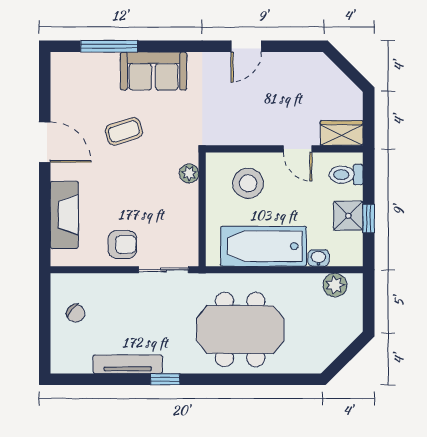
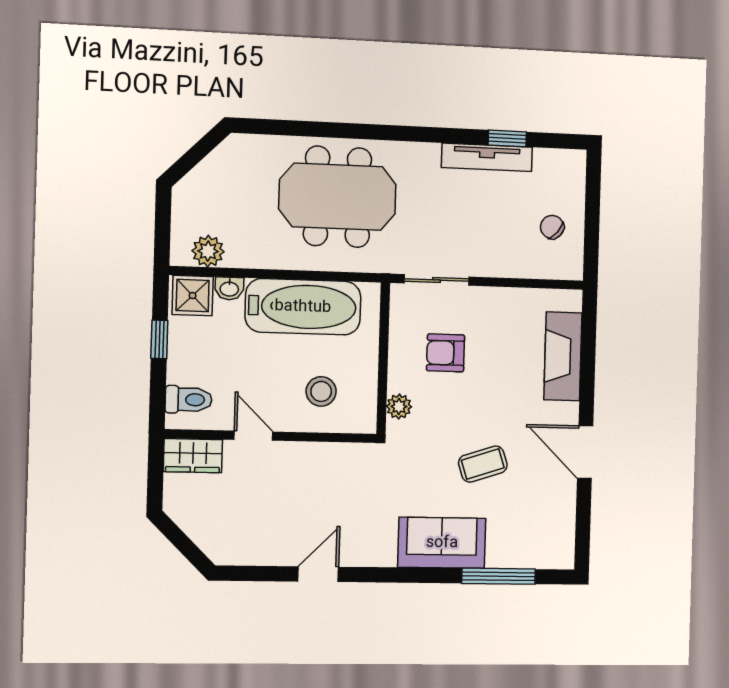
stool: (248, 183) -> (321, 391), width x0.73, depth x0.73
shower: (348, 216) -> (193, 296), moved
armchair: (122, 244) -> (446, 353), moved
window: (165, 379) -> (507, 138), moved

